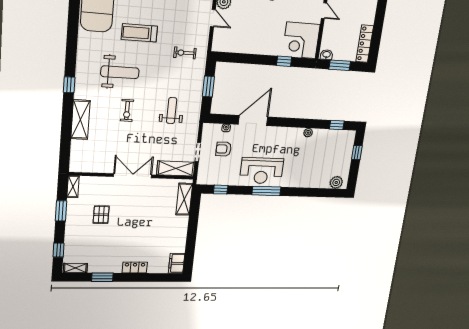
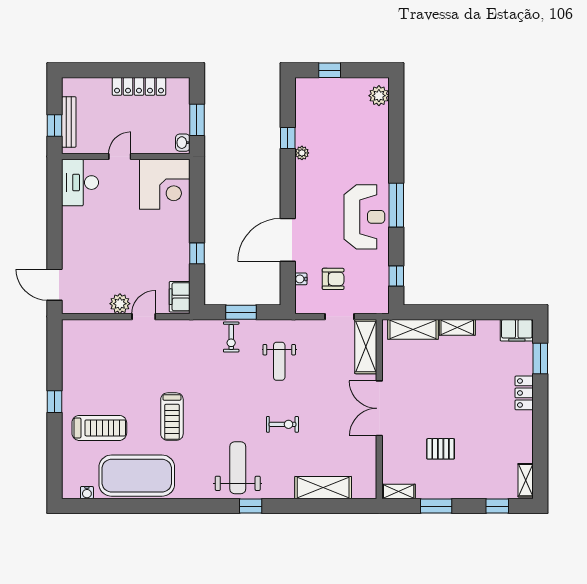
locker: (365, 44) -> (139, 86), moved
filing cabinet: (224, 45) -> (180, 297), added
exercise bike: (185, 53) -> (231, 337), moved
window: (284, 61) -> (197, 253), moved
weight bench: (120, 72) -> (238, 468), moved
weight bench: (172, 111) -> (279, 361), turned -90
shelving: (80, 120) -> (323, 488), moved
door: (253, 121) -> (288, 240), hinge flipped
window: (337, 125) -> (288, 138), moved
armchair: (224, 149) -> (333, 279), turned -90
shelving: (182, 227) -> (457, 327), added
window: (102, 277) -> (540, 359), moved

